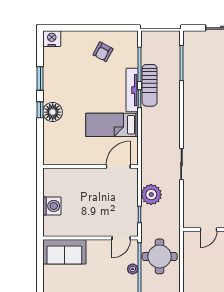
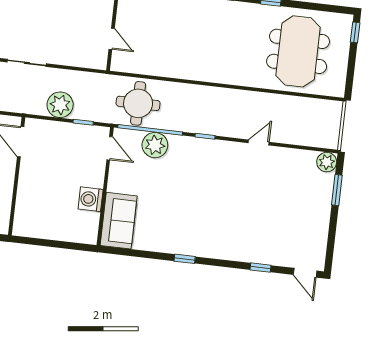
washing machine: (52, 206) -> (91, 199), moved, turned -90
plant: (133, 269) -> (155, 145), width x1.88, depth x1.88

